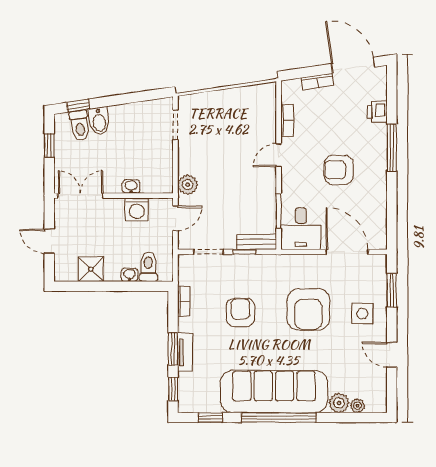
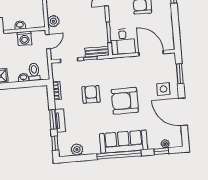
armchair: (308, 309) -> (125, 101), moved, turned 90
door: (392, 355) -> (183, 112), width x1.87
sofa: (274, 392) -> (124, 142), width x0.74, depth x0.79
plant: (339, 403) -> (77, 150), moved
window: (210, 418) -> (161, 151), moved

